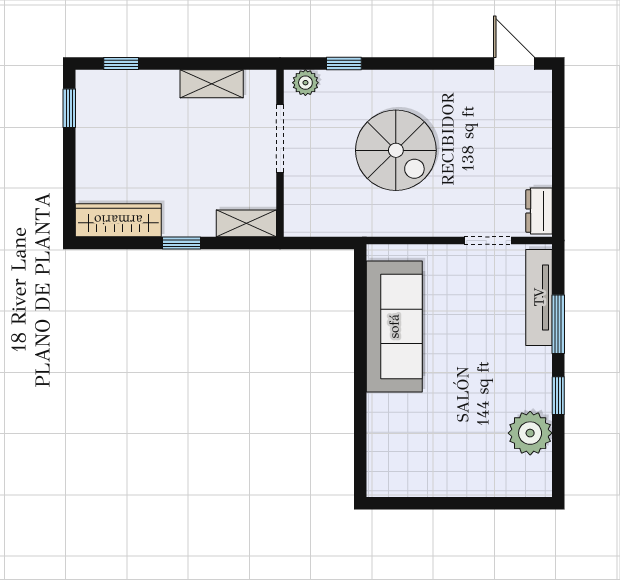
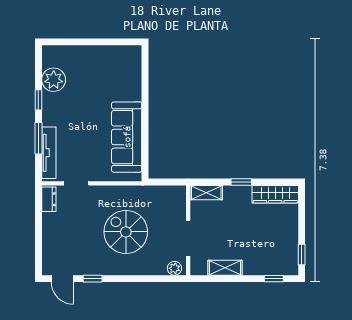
window: (344, 64) -> (93, 279), moved

